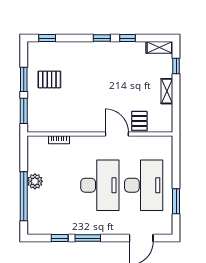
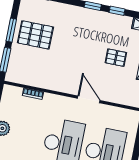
pallet: (49, 79) -> (35, 35), width x1.50, depth x1.42
pallet: (139, 121) -> (116, 58), moved, turned 90

